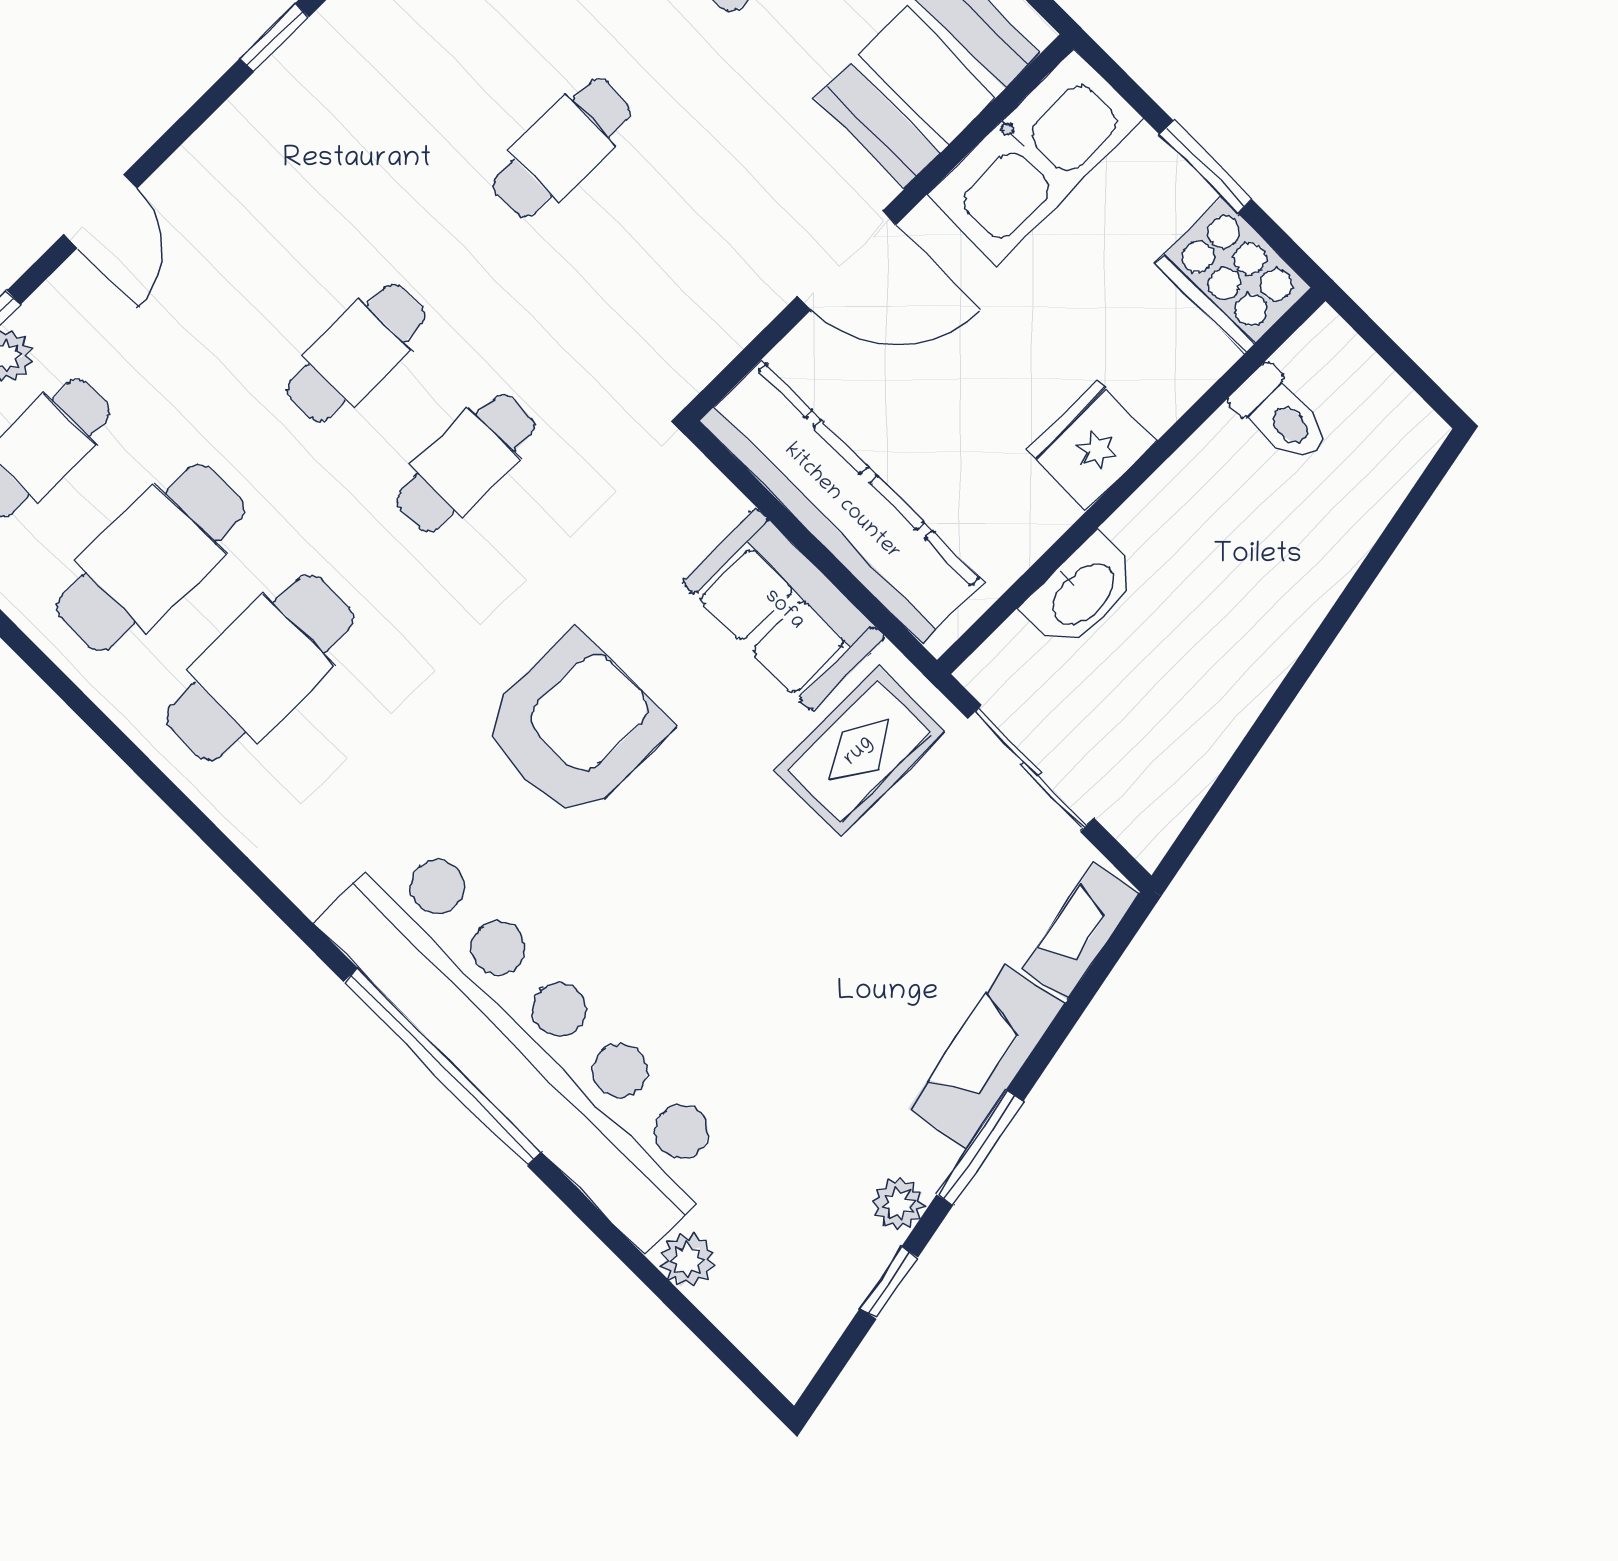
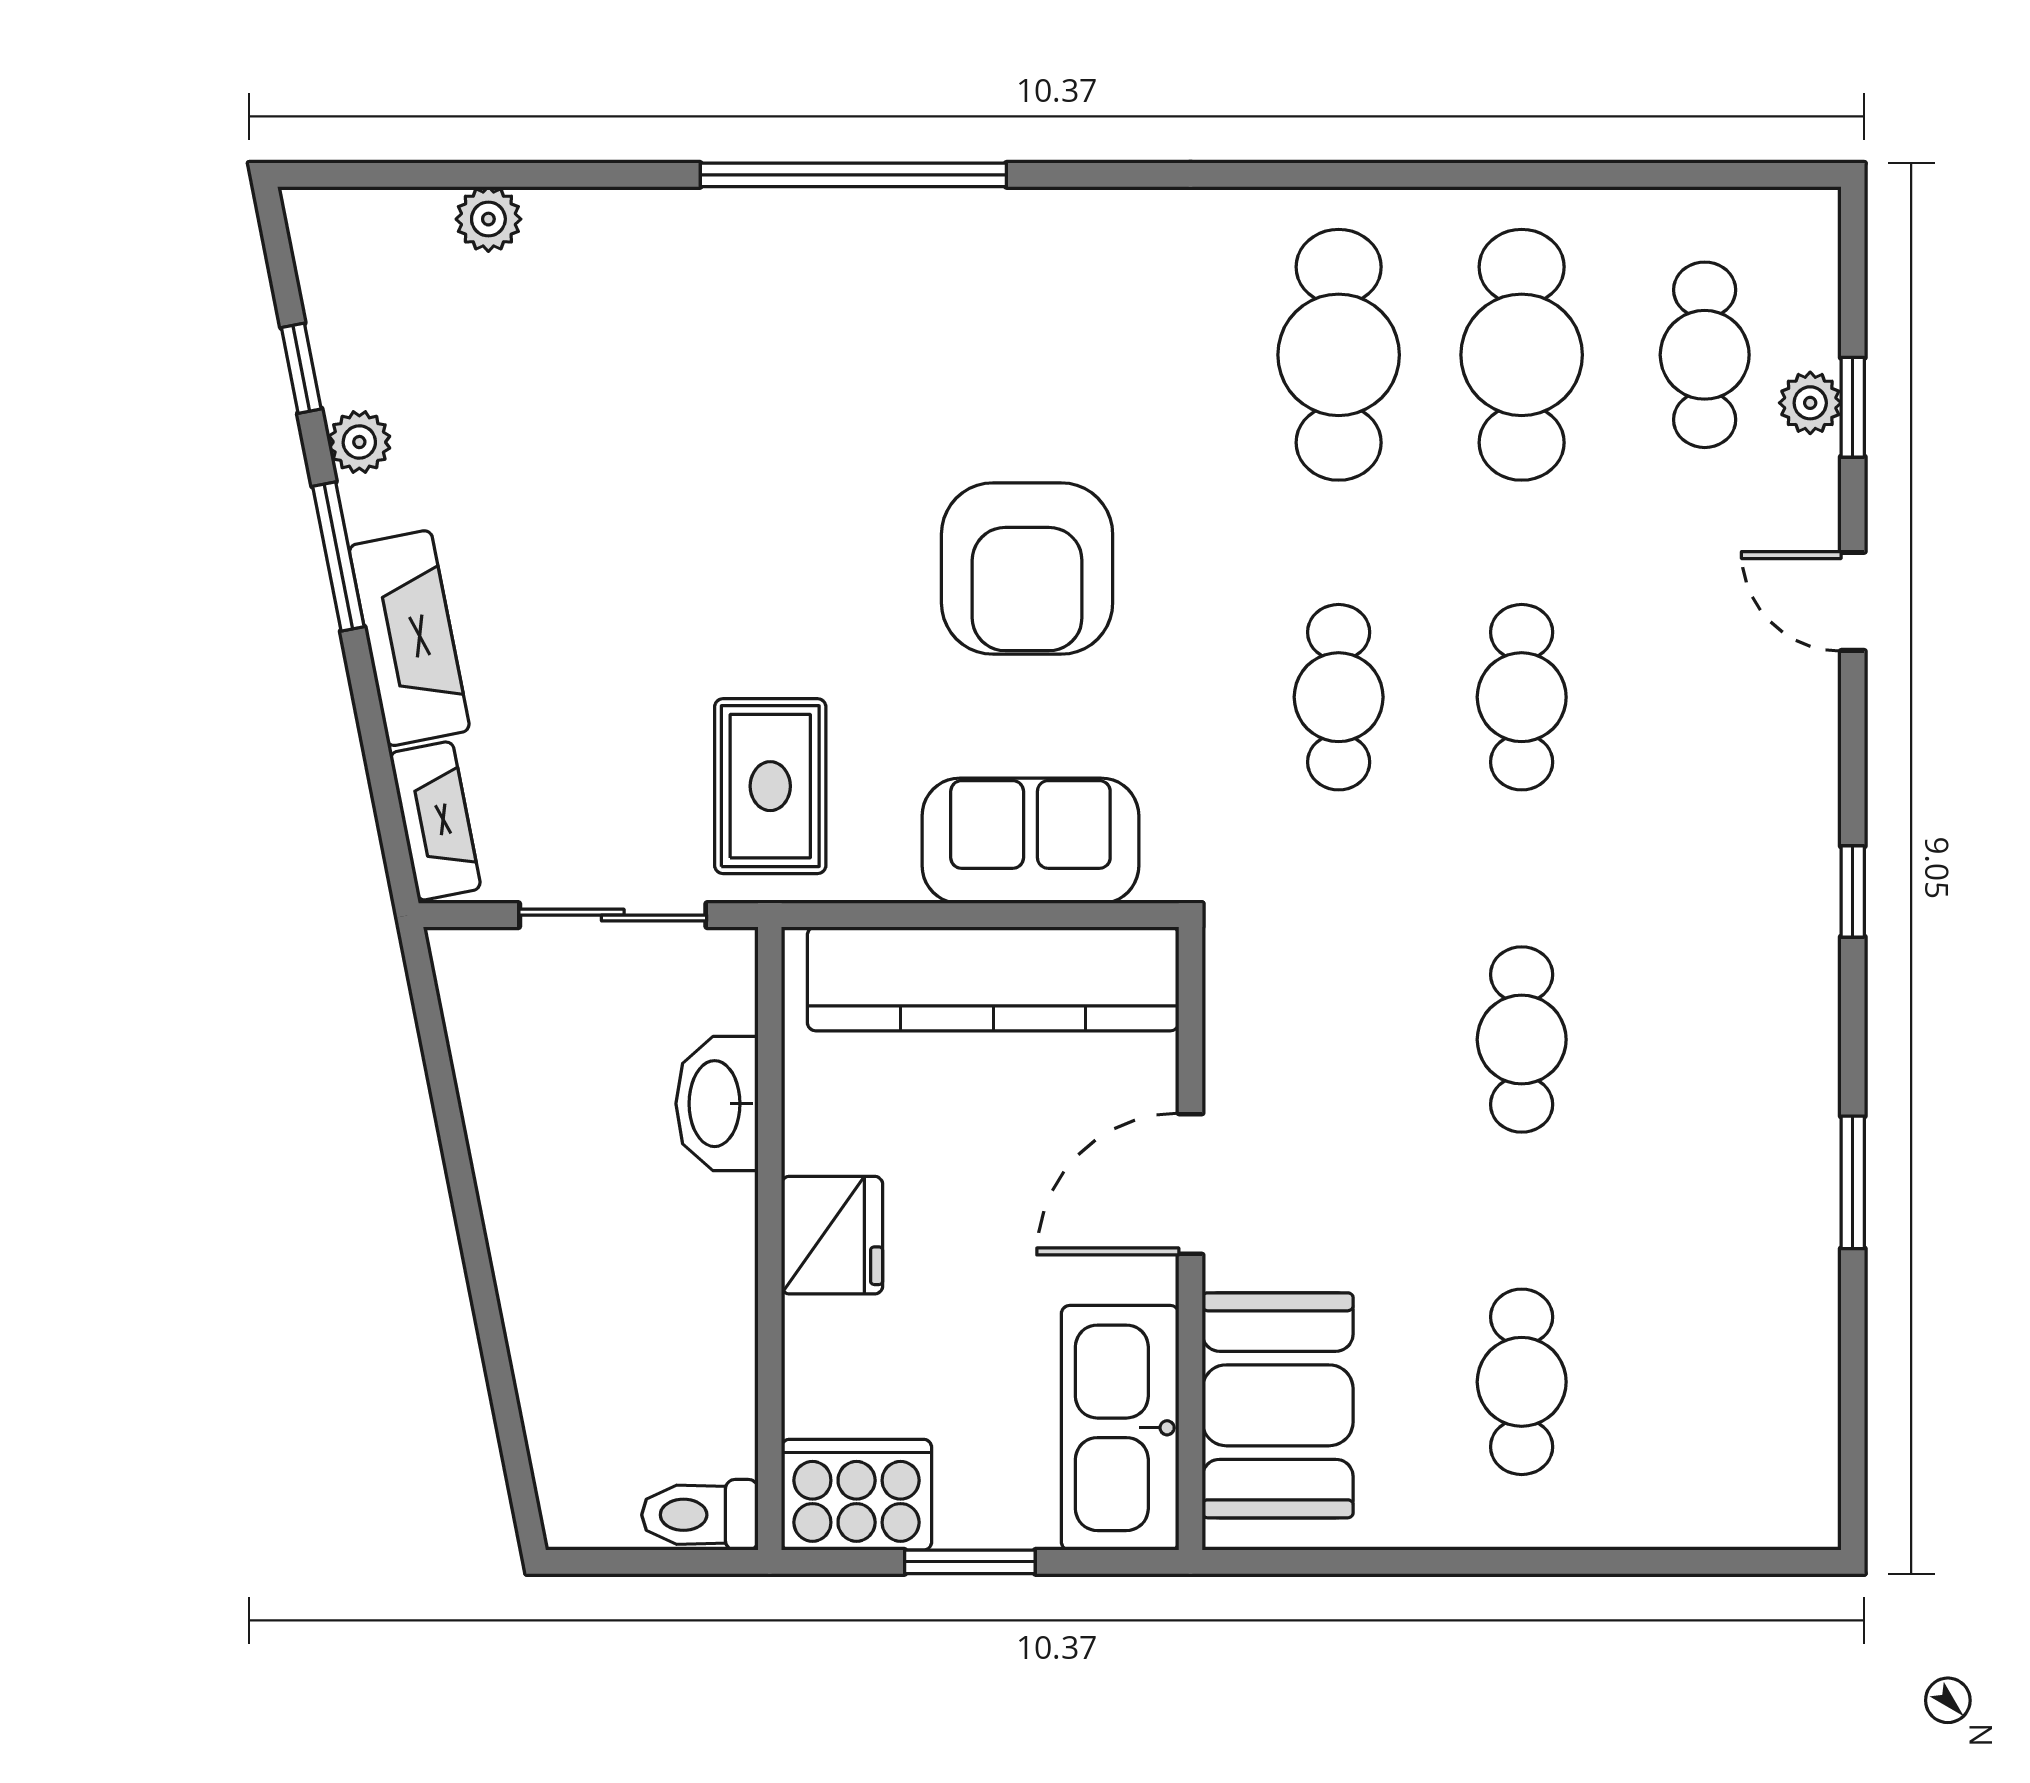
toilet: (1281, 415) -> (700, 1515), moved
sofa: (784, 610) -> (1030, 841), moved
bar counter: (528, 1040) -> (804, 269), removed

